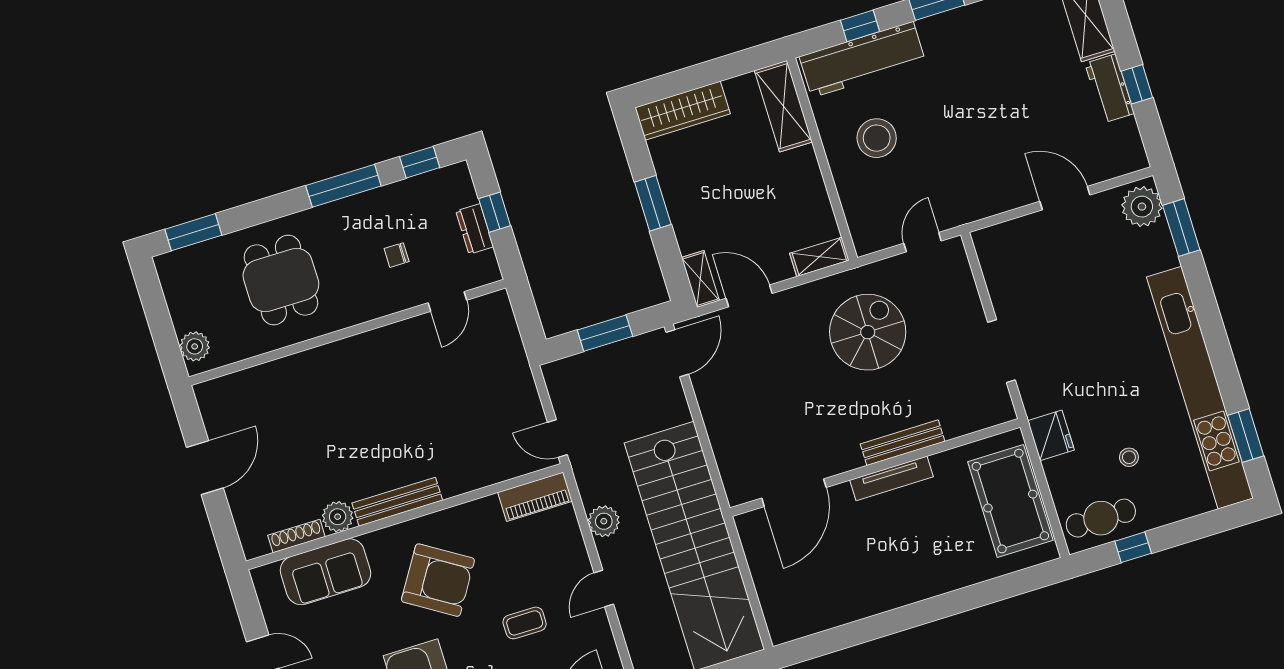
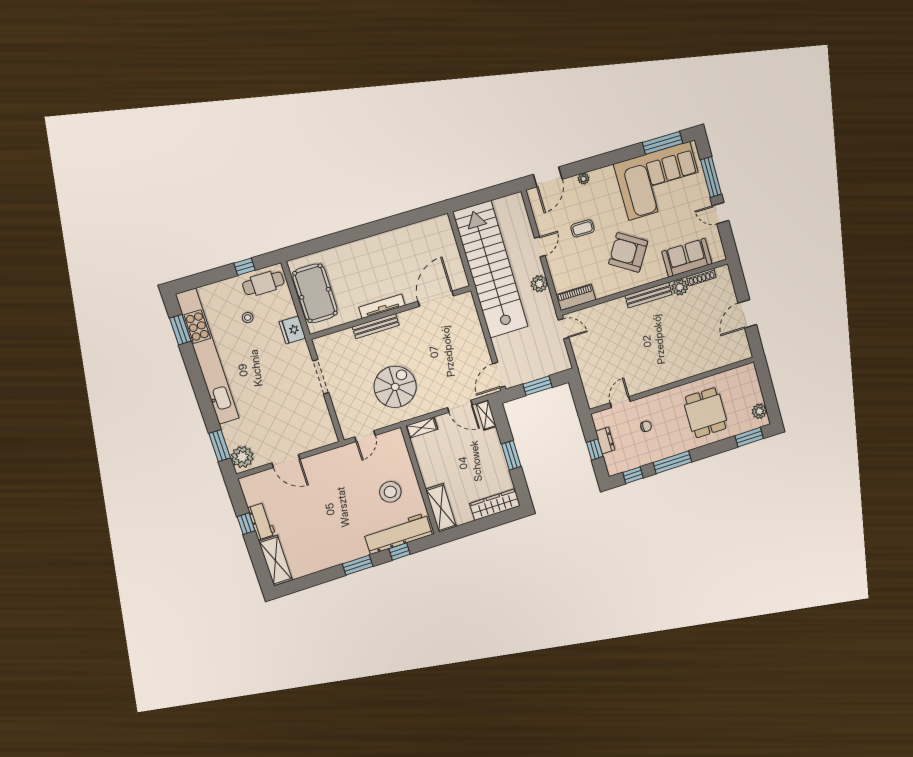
spiral stairs: (868, 332) -> (395, 387), turned 180
plant: (195, 346) -> (759, 411), moved

